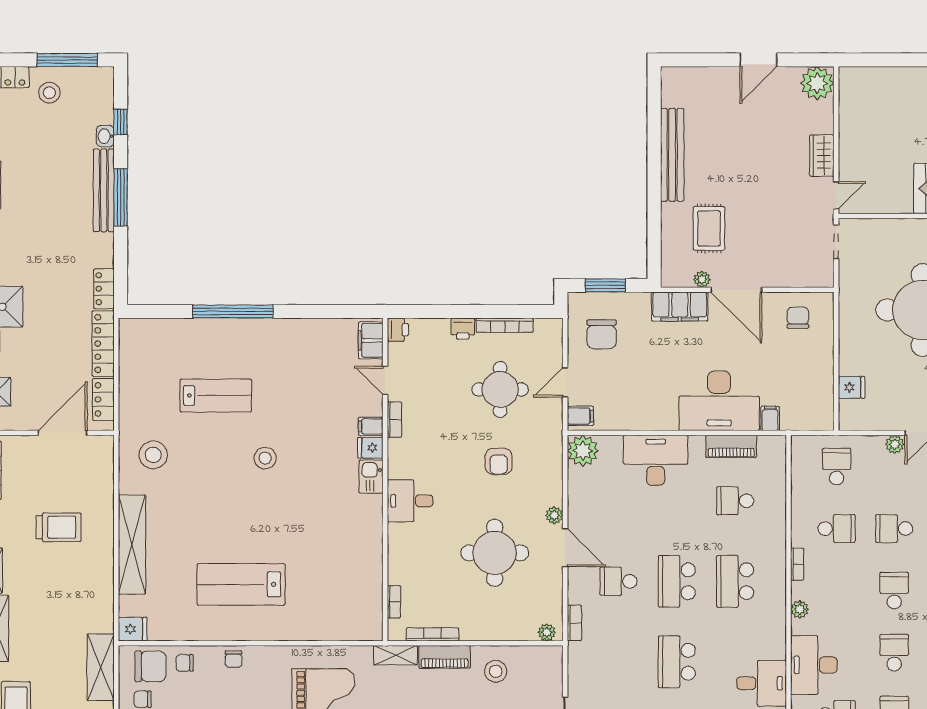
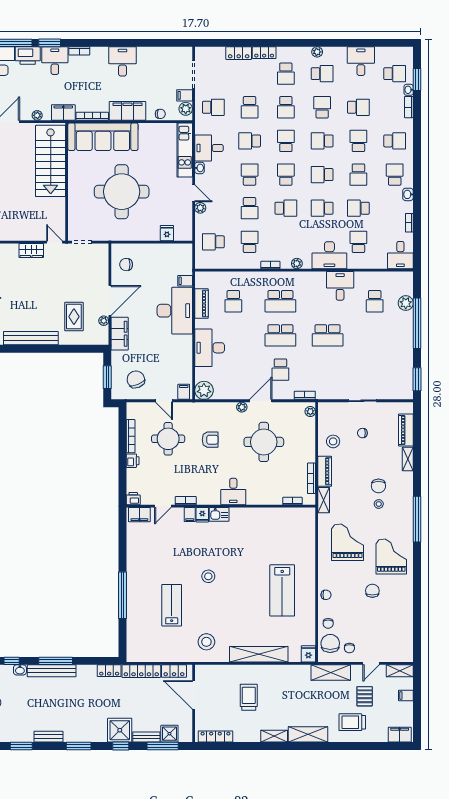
rug: (709, 228) -> (74, 317), turned 90
chair: (602, 334) -> (136, 379), turned -112
school desk: (894, 591) -> (286, 208), turned 180

